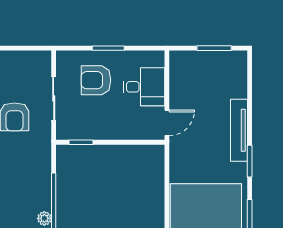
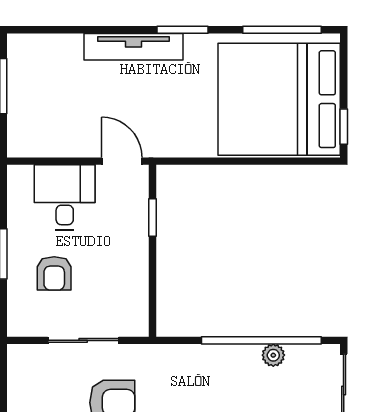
armchair: (96, 80) -> (54, 273), width x0.72, depth x0.72
window: (81, 142) -> (153, 217), moved

